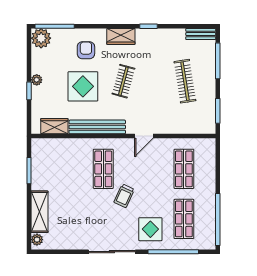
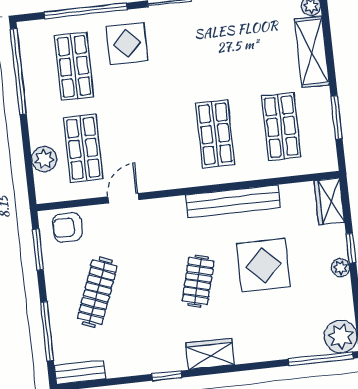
armchair: (86, 50) -> (67, 227), moved, turned 90
clothes rail: (185, 81) -> (97, 292), turned 30
wardrobe: (54, 126) -> (329, 201), moved, turned 90
door: (144, 136) -> (123, 198), moved
plant: (208, 165) -> (44, 159), added
shop shelf: (63, 169) -> (281, 126), added
trolley: (124, 196) -> (176, 93), removed

